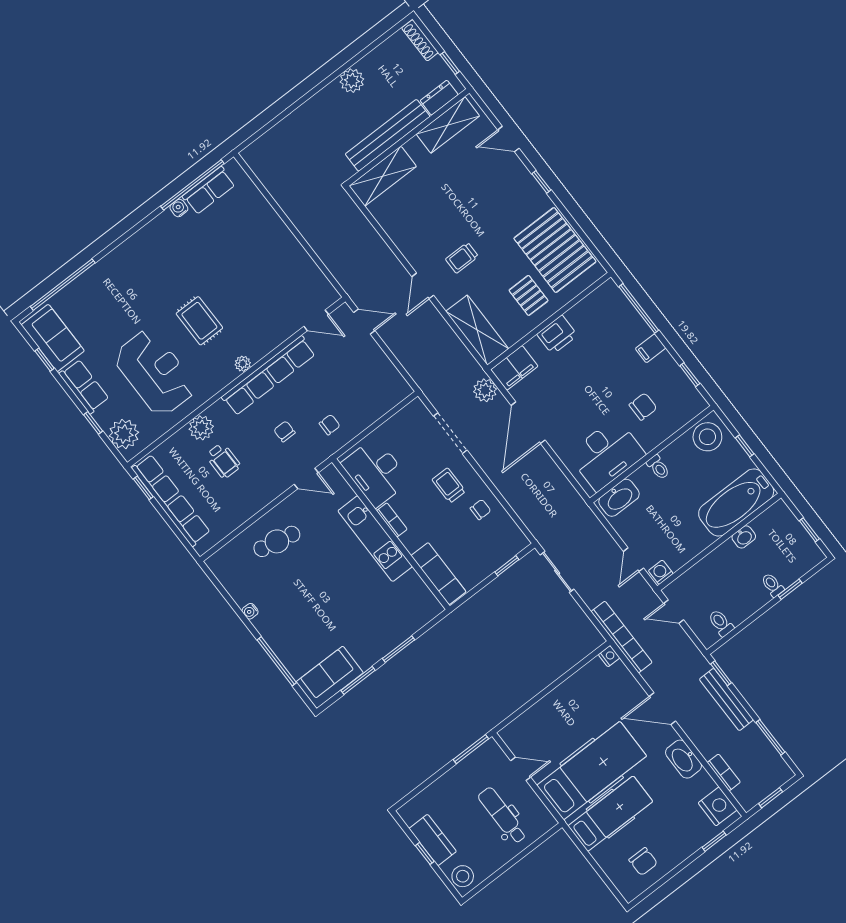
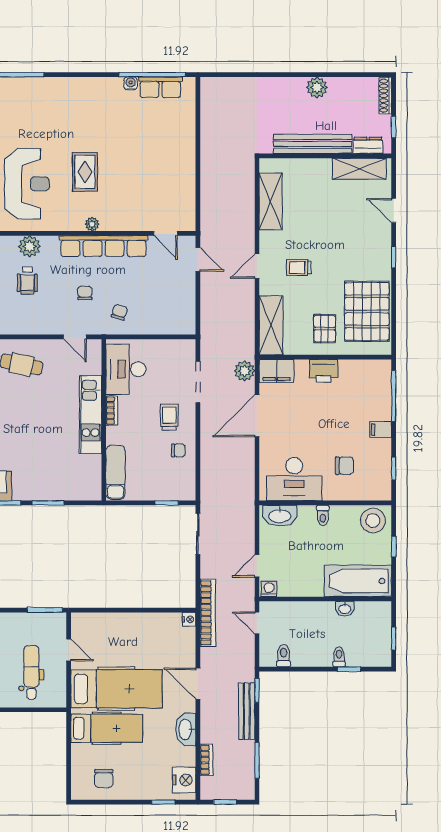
shelving: (383, 176) -> (271, 201), moved, turned 90
chair: (330, 425) -> (119, 312), turned -72

